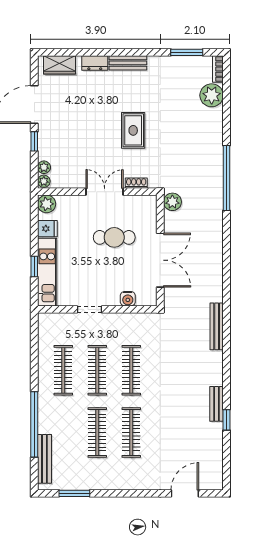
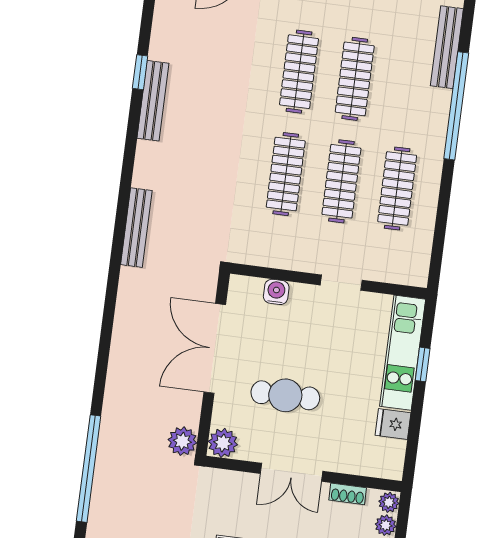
shoe rack: (136, 183) -> (348, 494), moved
plant: (47, 204) -> (223, 443), moved
bench: (217, 404) -> (153, 101), width x1.36

